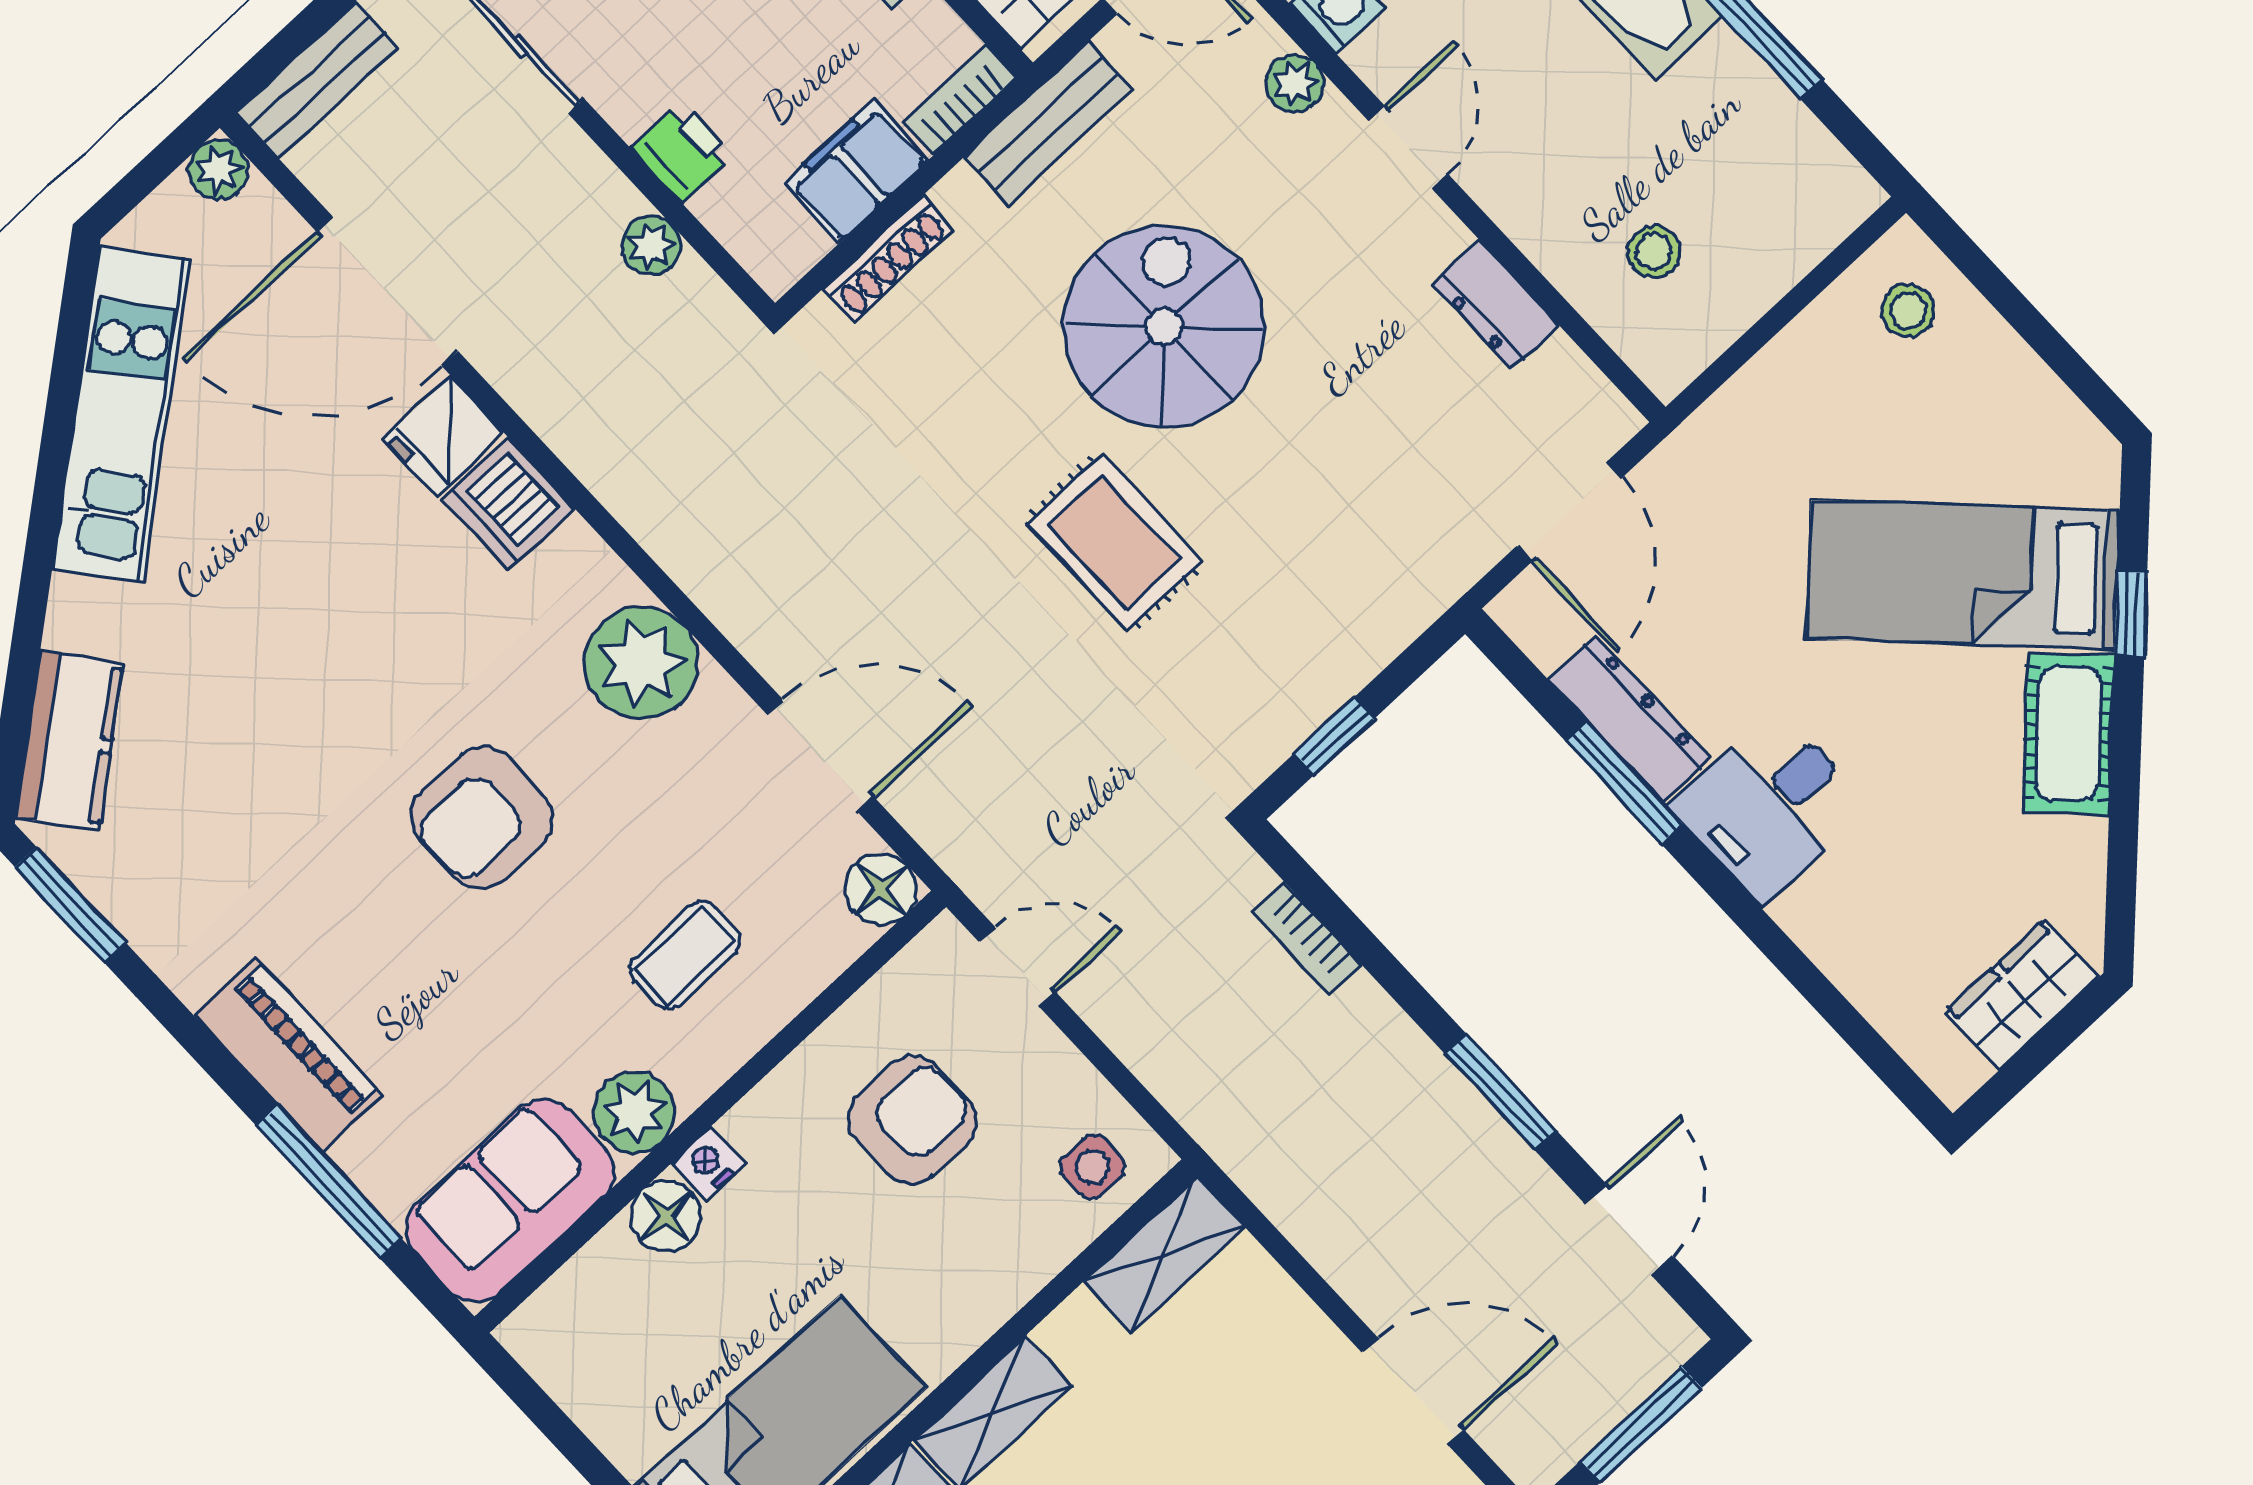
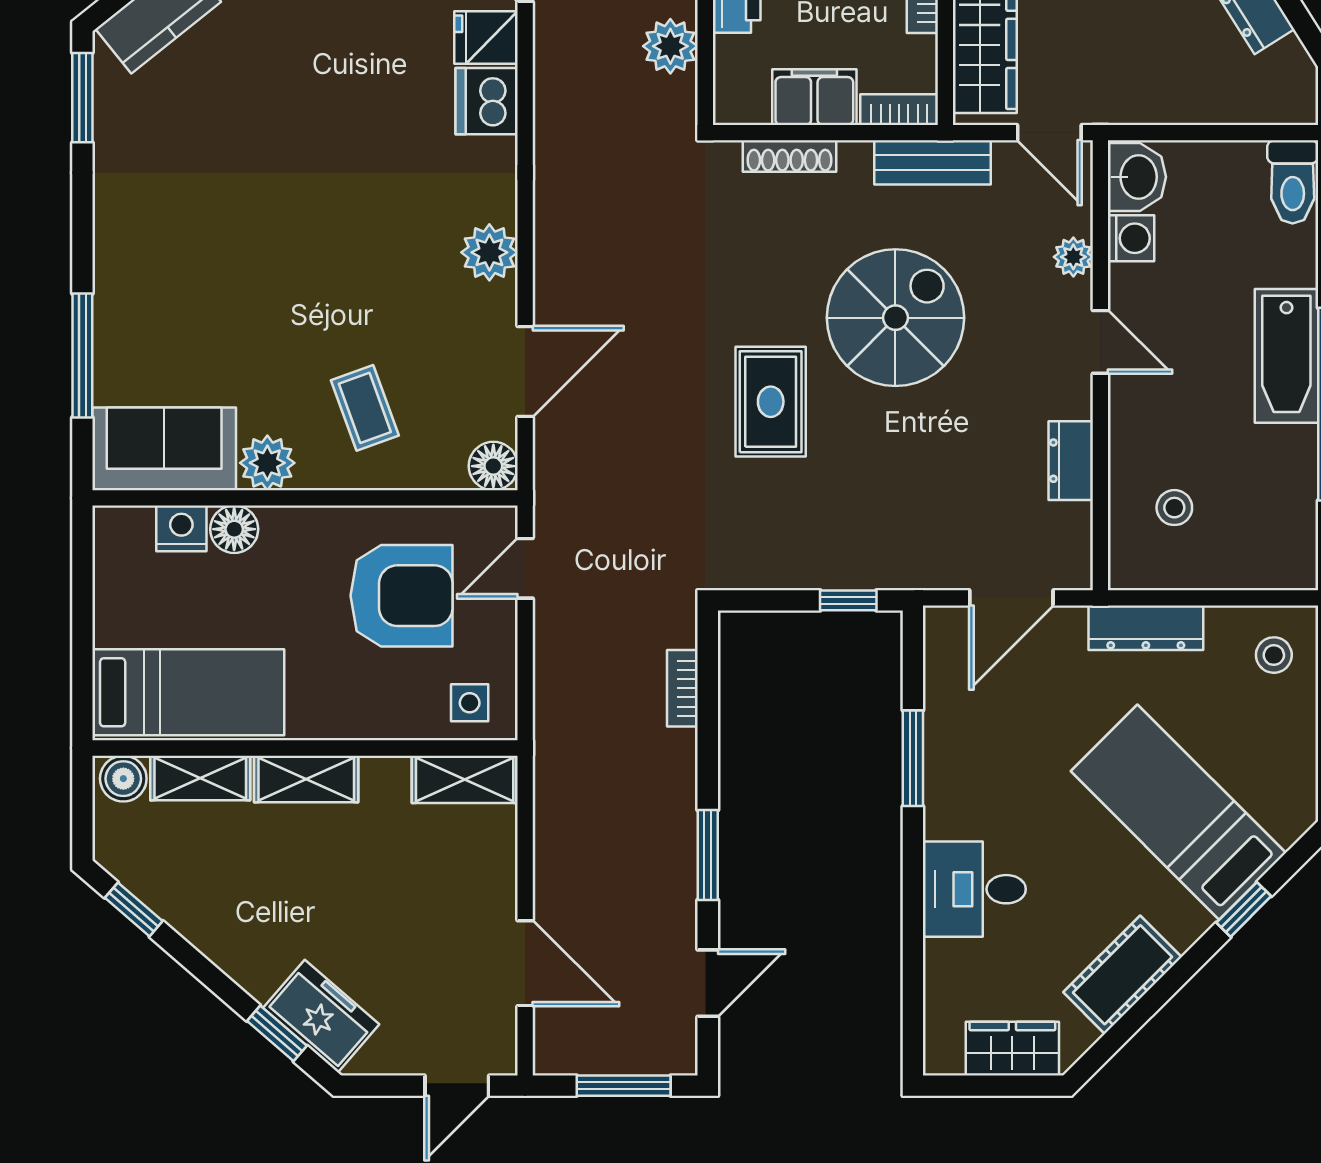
door: (1409, 148) -> (1100, 342), hinge flipped
plant: (651, 245) -> (670, 46), width x1.38, depth x1.38
plant: (641, 663) -> (489, 252), width x0.73, depth x0.73
dresser: (1629, 718) -> (1146, 628), moved, turned 90
cot: (2069, 734) -> (1123, 975), moved
window: (1334, 736) -> (848, 600), moved
door: (820, 756) -> (525, 372), hinge flipped
desk: (1770, 806) -> (974, 889), moved
armchair: (482, 818) -> (328, 245), removed
coffee table: (684, 955) -> (365, 408), turned 70
door: (1017, 967) -> (525, 568), swing flipped
piano: (289, 1055) -> (121, 274), removed
armchair: (912, 1120) -> (402, 596), width x1.36, depth x1.36
nightstand: (708, 1163) -> (181, 528), moved, width x1.39, depth x1.35

